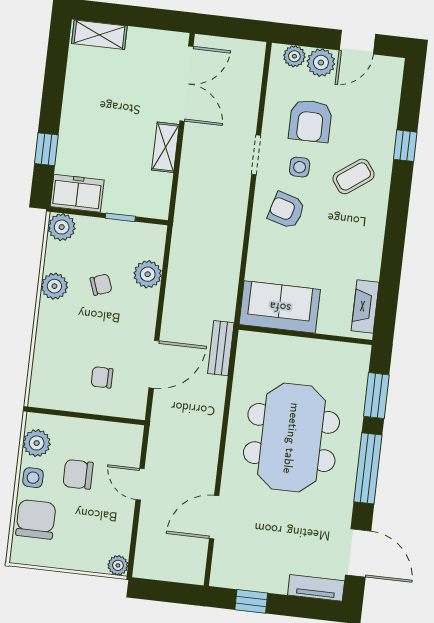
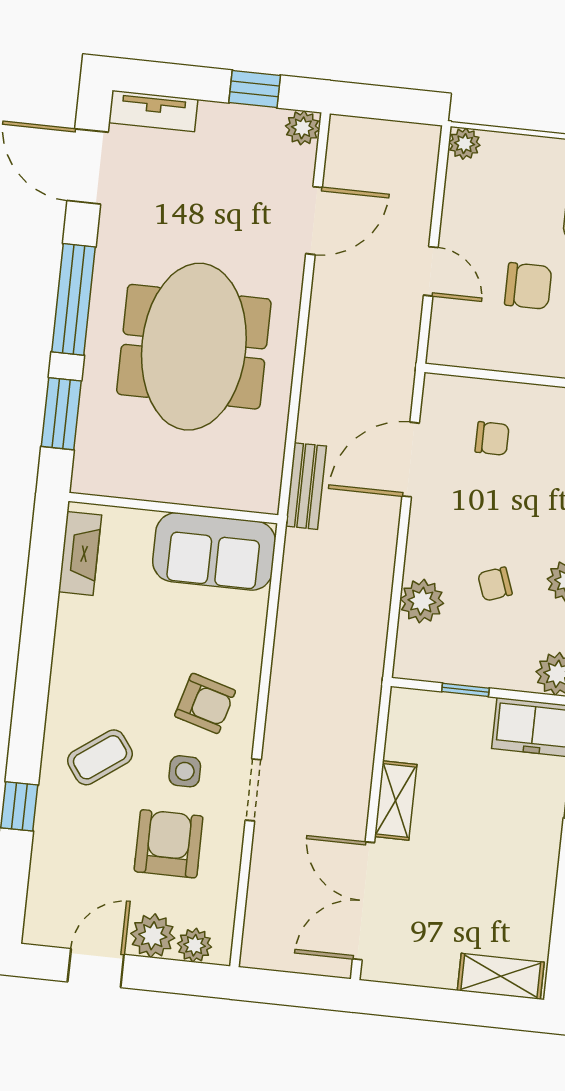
plant: (221, 576) -> (302, 128), added

